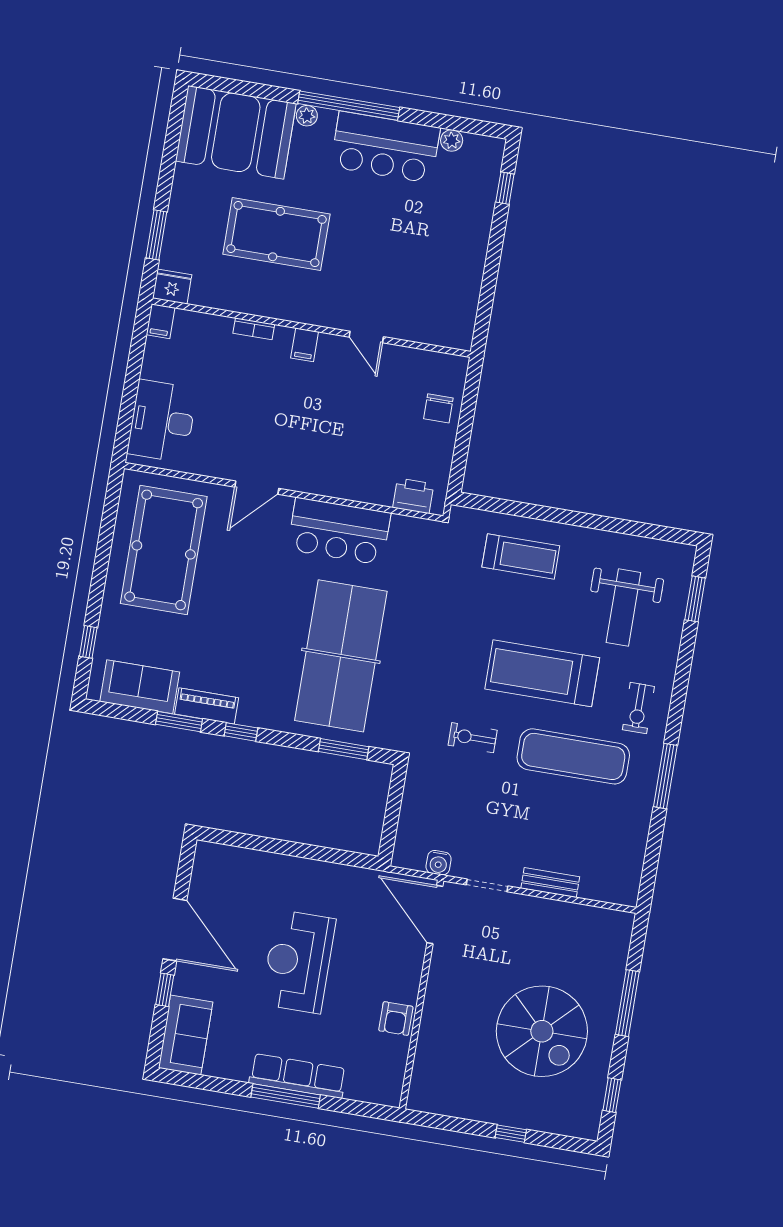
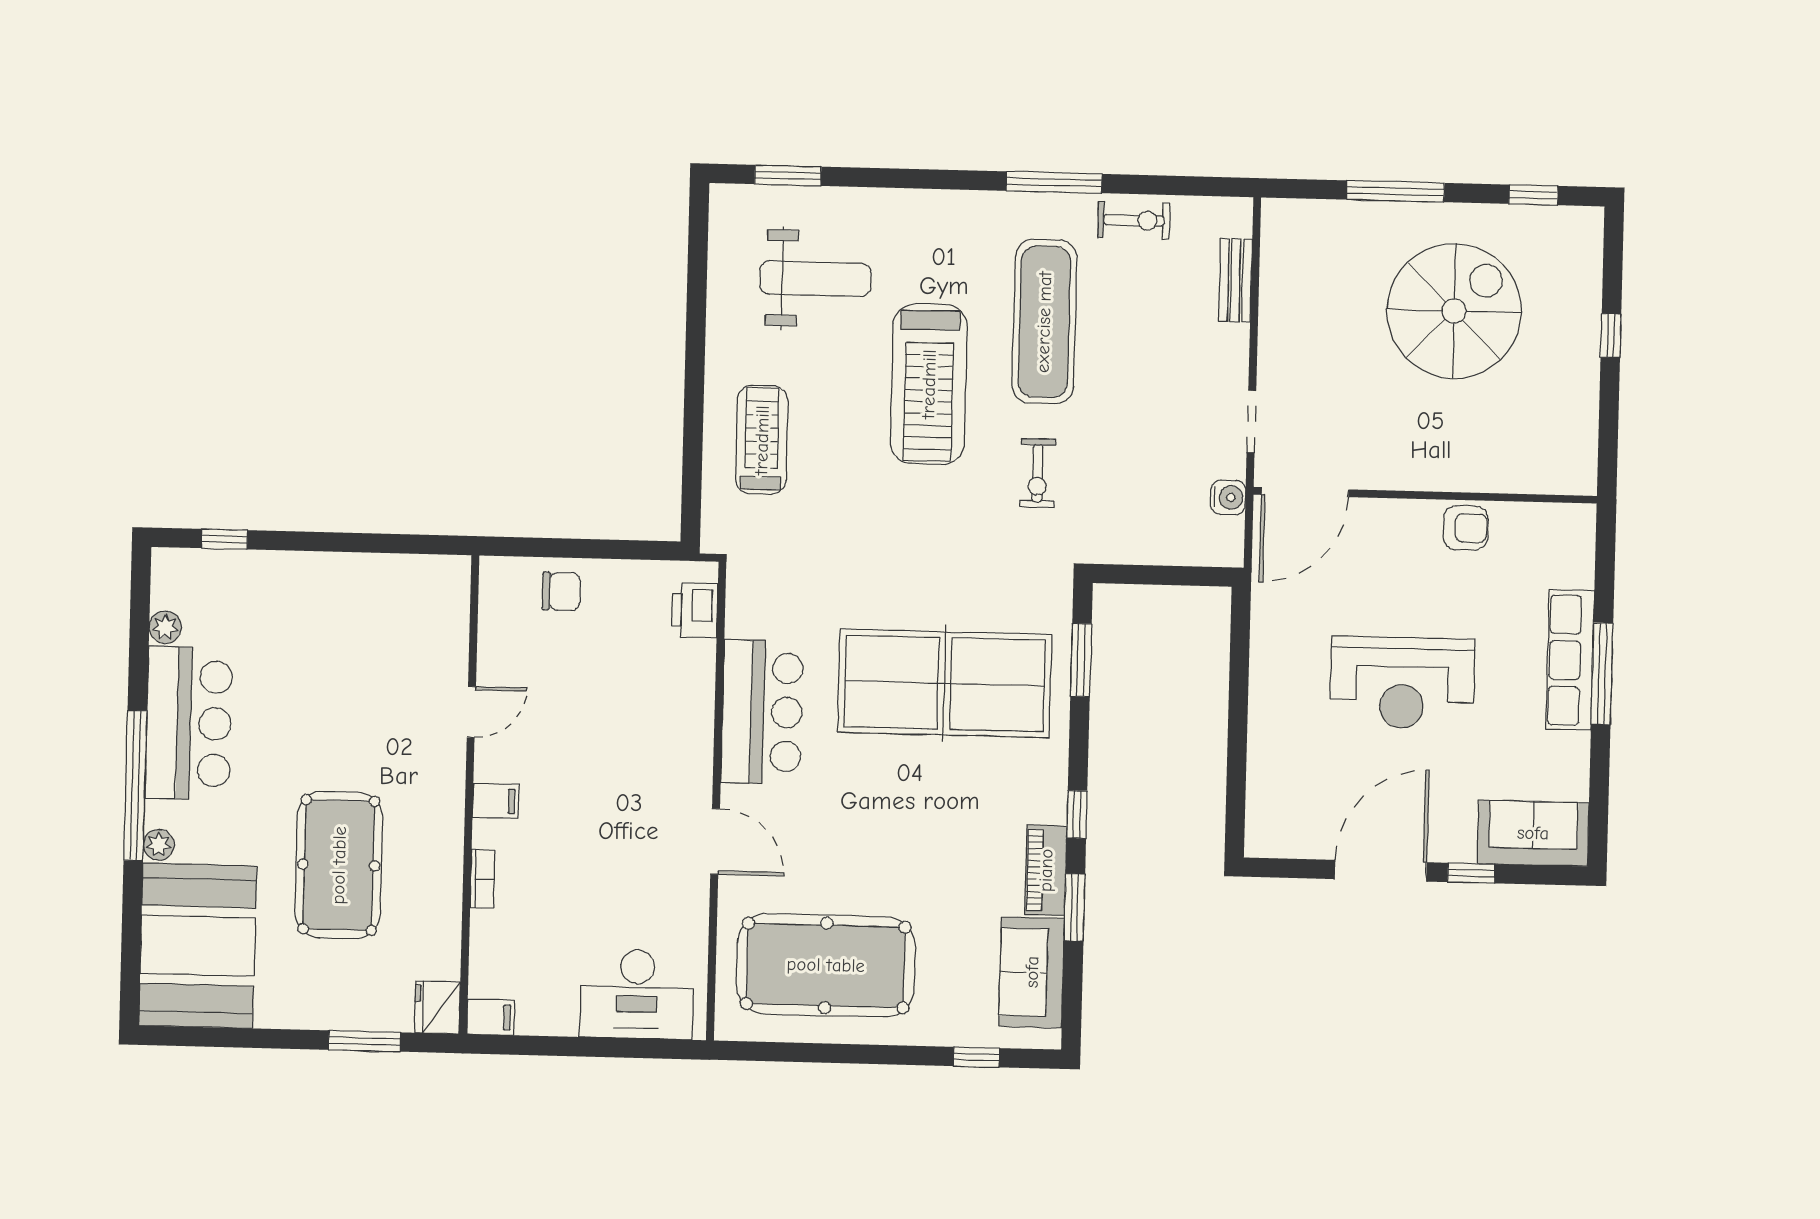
exercise bike: (638, 708) -> (1134, 220), moved
bench: (550, 882) -> (1235, 280), moved

